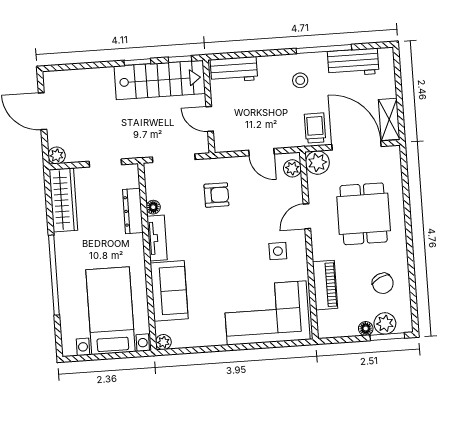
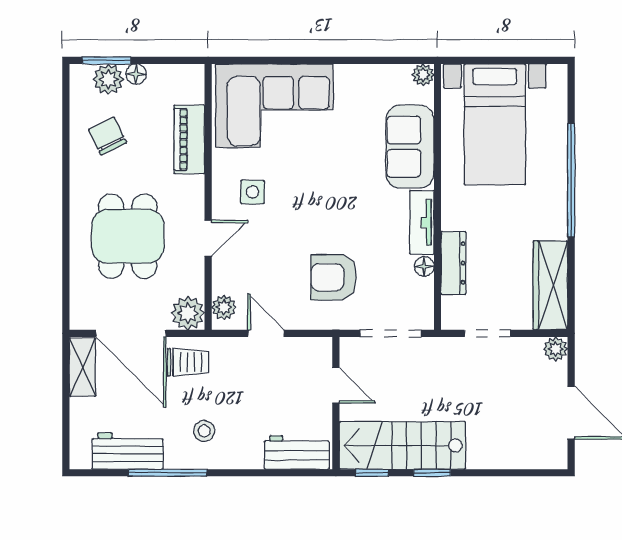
trolley: (315, 128) -> (188, 362), turned -90
armchair: (216, 195) -> (334, 277), width x1.38, depth x1.38

